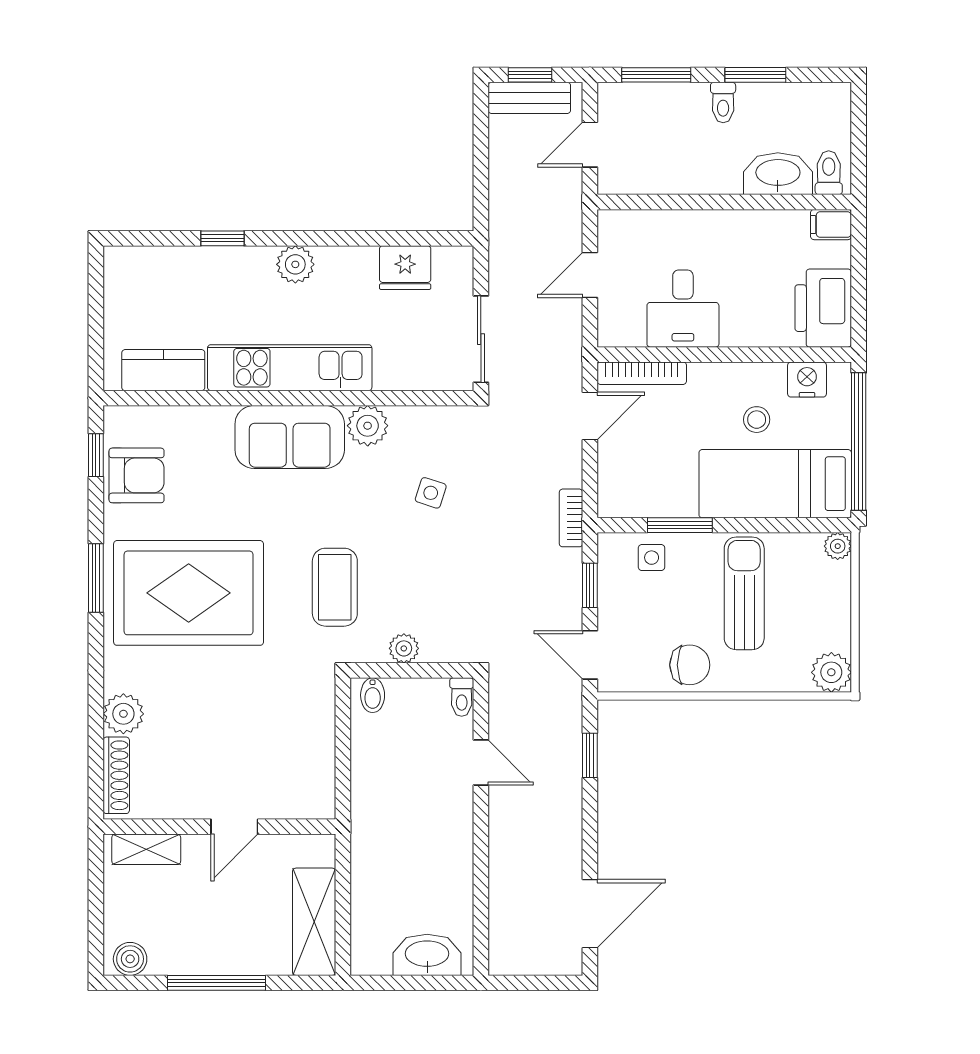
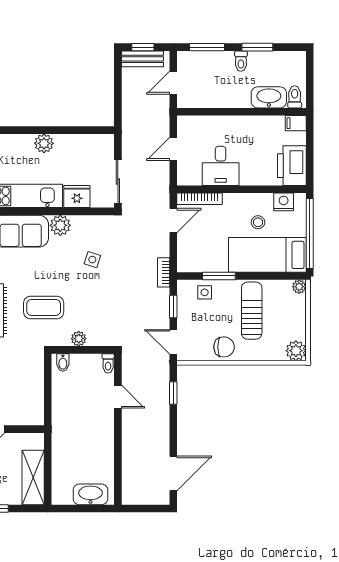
plant: (295, 264) -> (44, 143), moved
fridge: (405, 268) -> (77, 196), moved, turned 180
coffee table: (335, 587) -> (44, 307), turned 90

